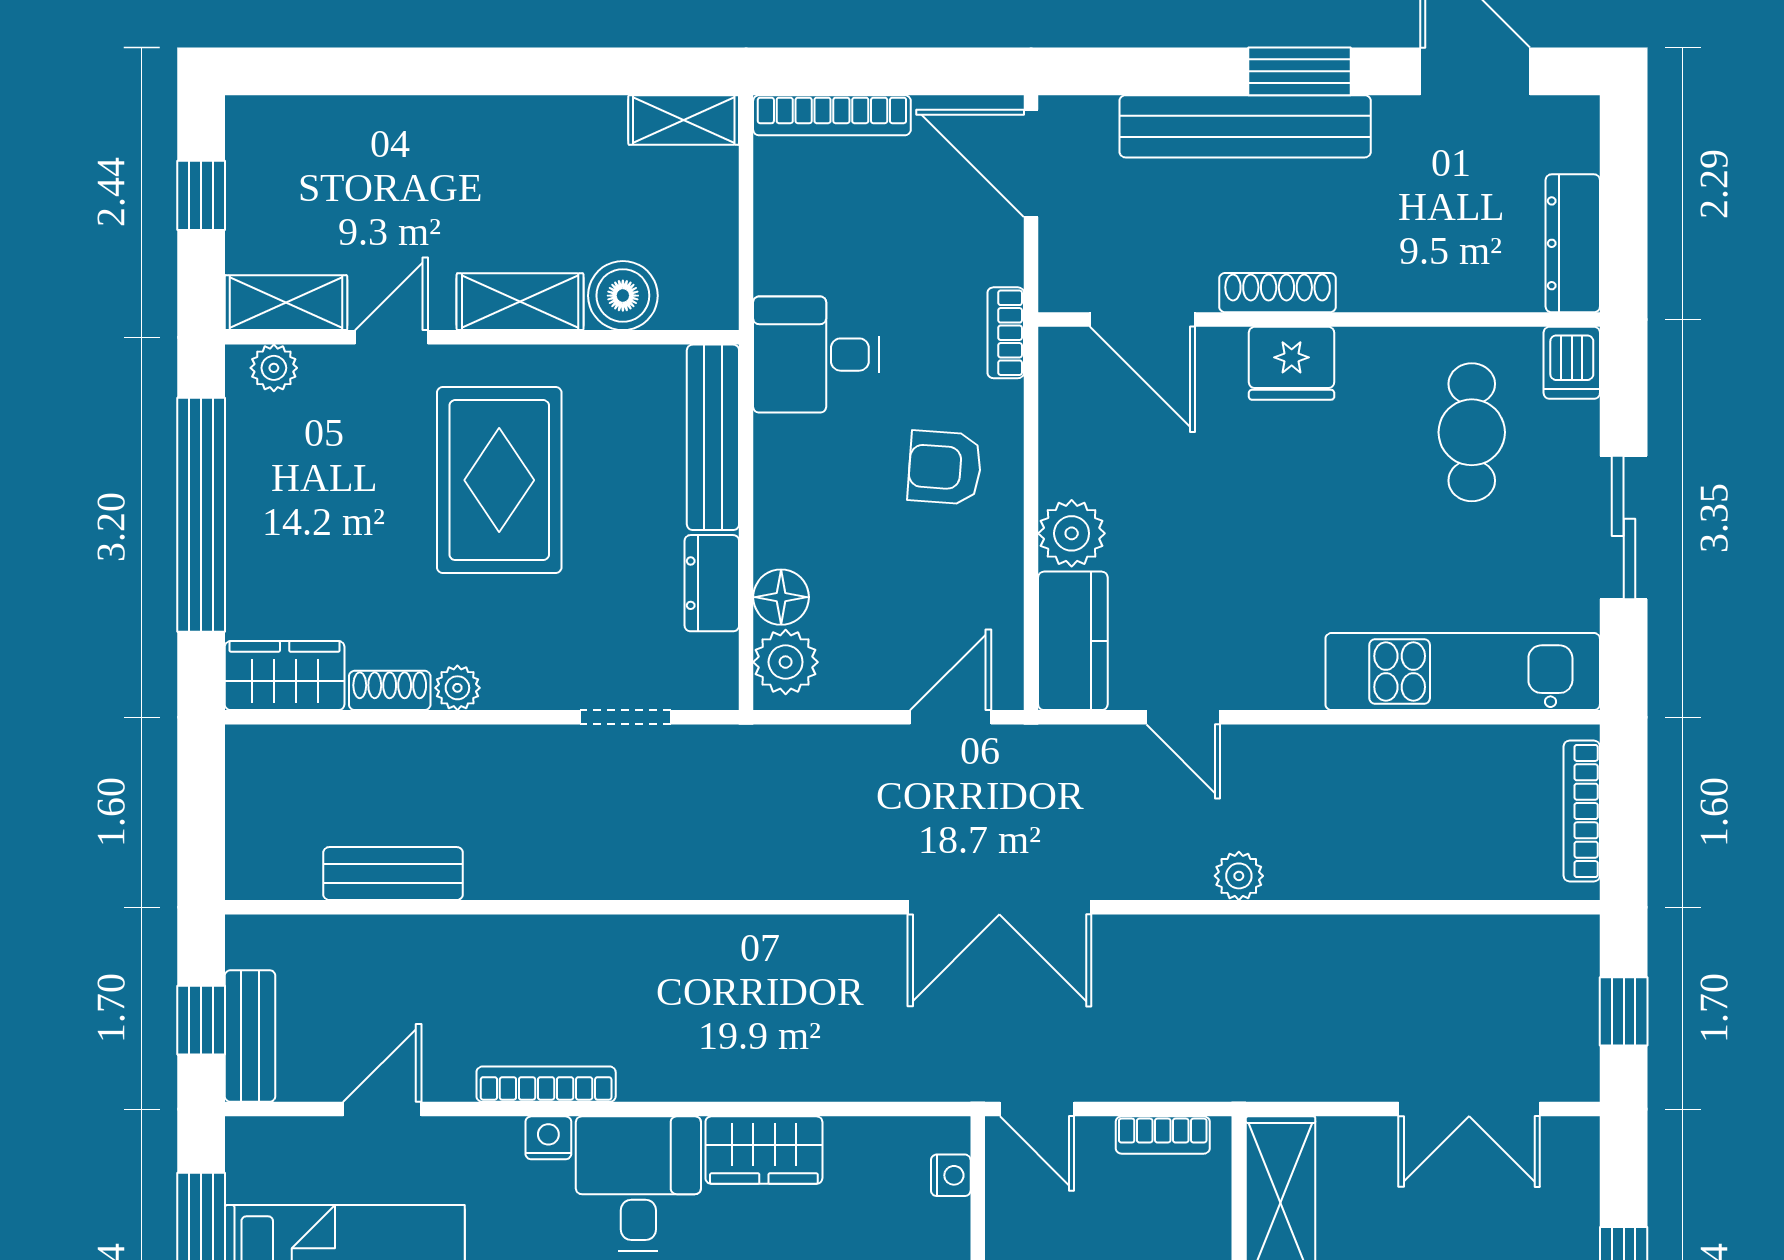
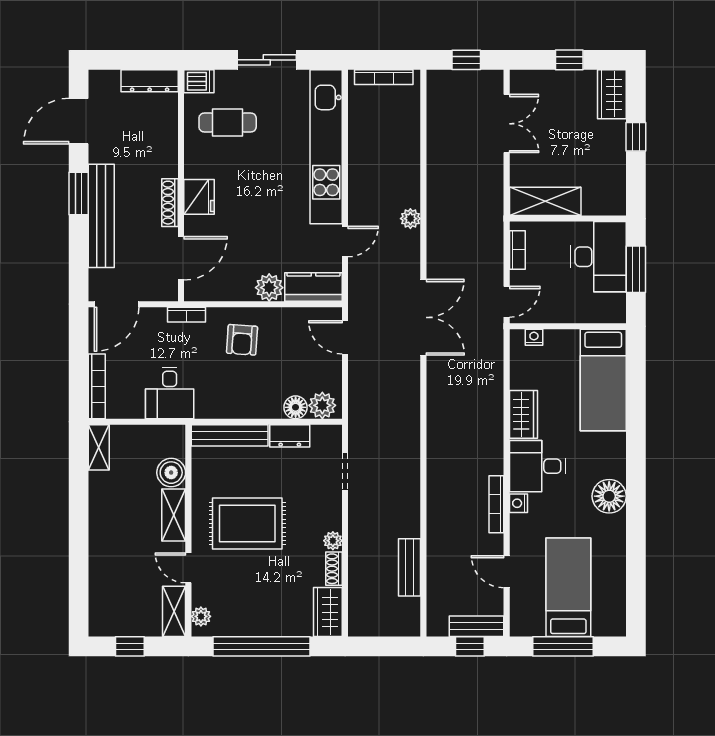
desk: (816, 355) -> (170, 393), moved
kitchen unit: (1463, 672) -> (326, 147), width x1.36

